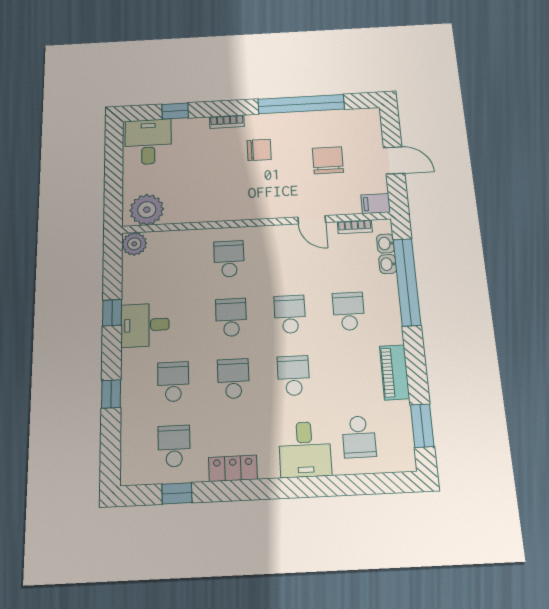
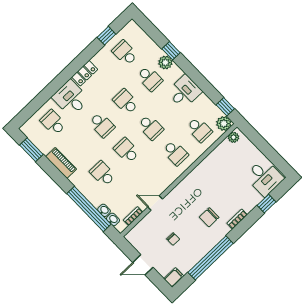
chair: (328, 160) -> (173, 239), width x0.54, depth x0.54
filing cabinet: (376, 204) -> (174, 277), moved
plant: (147, 210) -> (234, 137), width x0.53, depth x0.53
school desk: (172, 262) -> (199, 130), added
school desk: (349, 311) -> (103, 174), turned 180
window: (112, 313) -> (225, 107), moved
school desk: (290, 314) -> (127, 150), turned 180
school desk: (233, 379) -> (126, 102), turned 180
plant: (133, 385) -> (165, 62), added
school desk: (174, 446) -> (125, 53), turned 180
locker: (233, 468) -> (85, 73), moved

